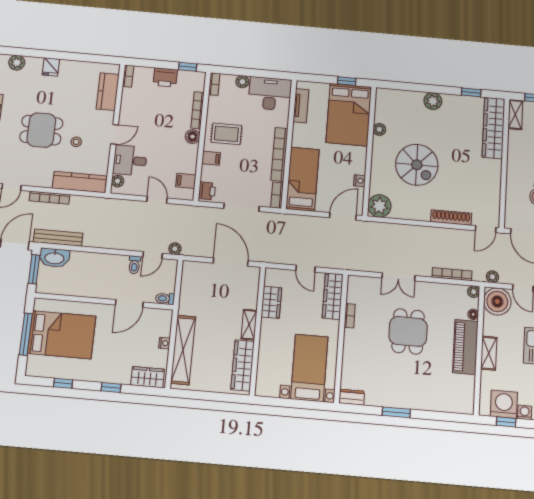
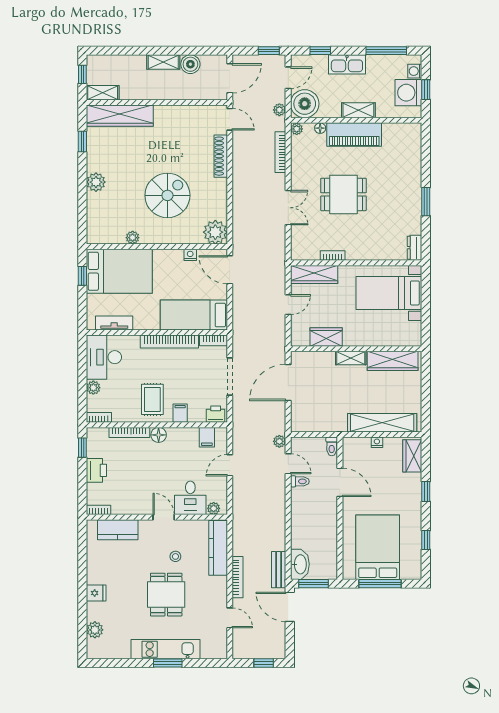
bench: (58, 238) -> (279, 570), width x0.73

